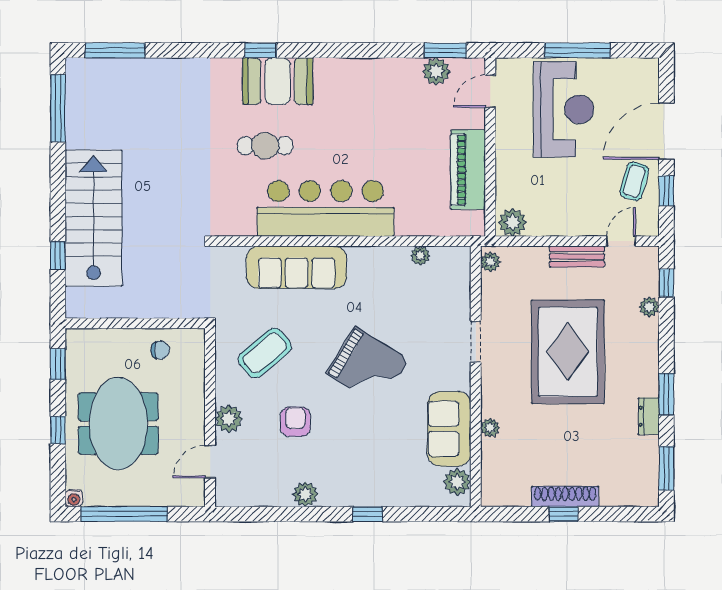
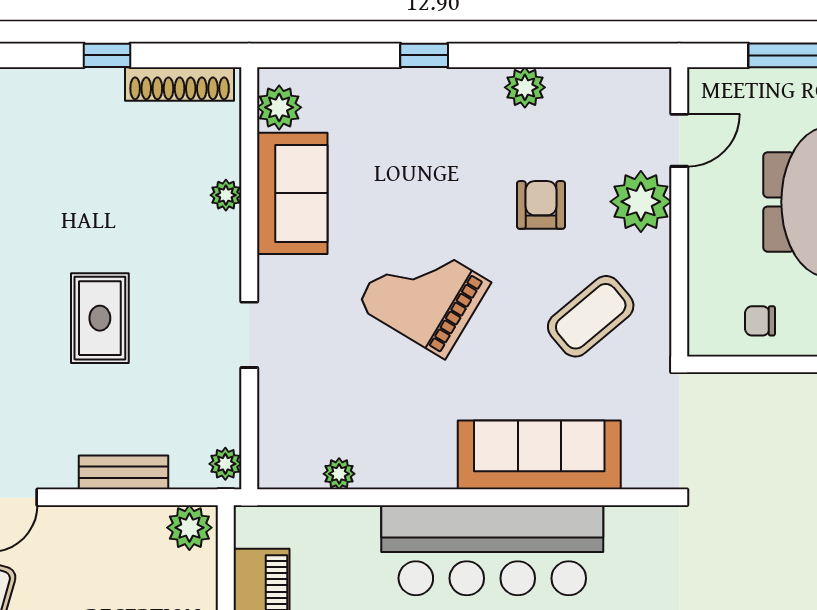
bench: (577, 257) -> (123, 472), moved
rug: (568, 352) -> (100, 318), width x0.54, depth x0.49
plant: (229, 419) -> (641, 202), width x1.36, depth x1.36
armchair: (295, 422) -> (541, 205), turned 180
shoe rack: (565, 496) -> (180, 84), moved

